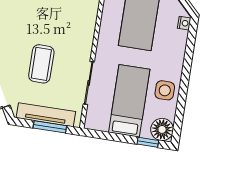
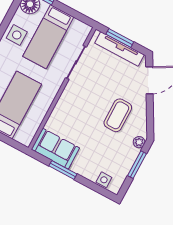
coffee table: (41, 64) -> (118, 115), moved

